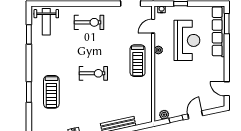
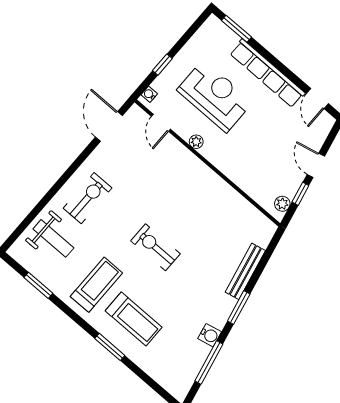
weight bench: (46, 22) -> (53, 238), moved
row of seats: (218, 31) -> (267, 73), moved
treadmill: (138, 61) -> (96, 285), moved, turned -90
exercise bike: (93, 73) -> (155, 247), turned -90
door: (227, 89) -> (317, 99), hinge flipped

